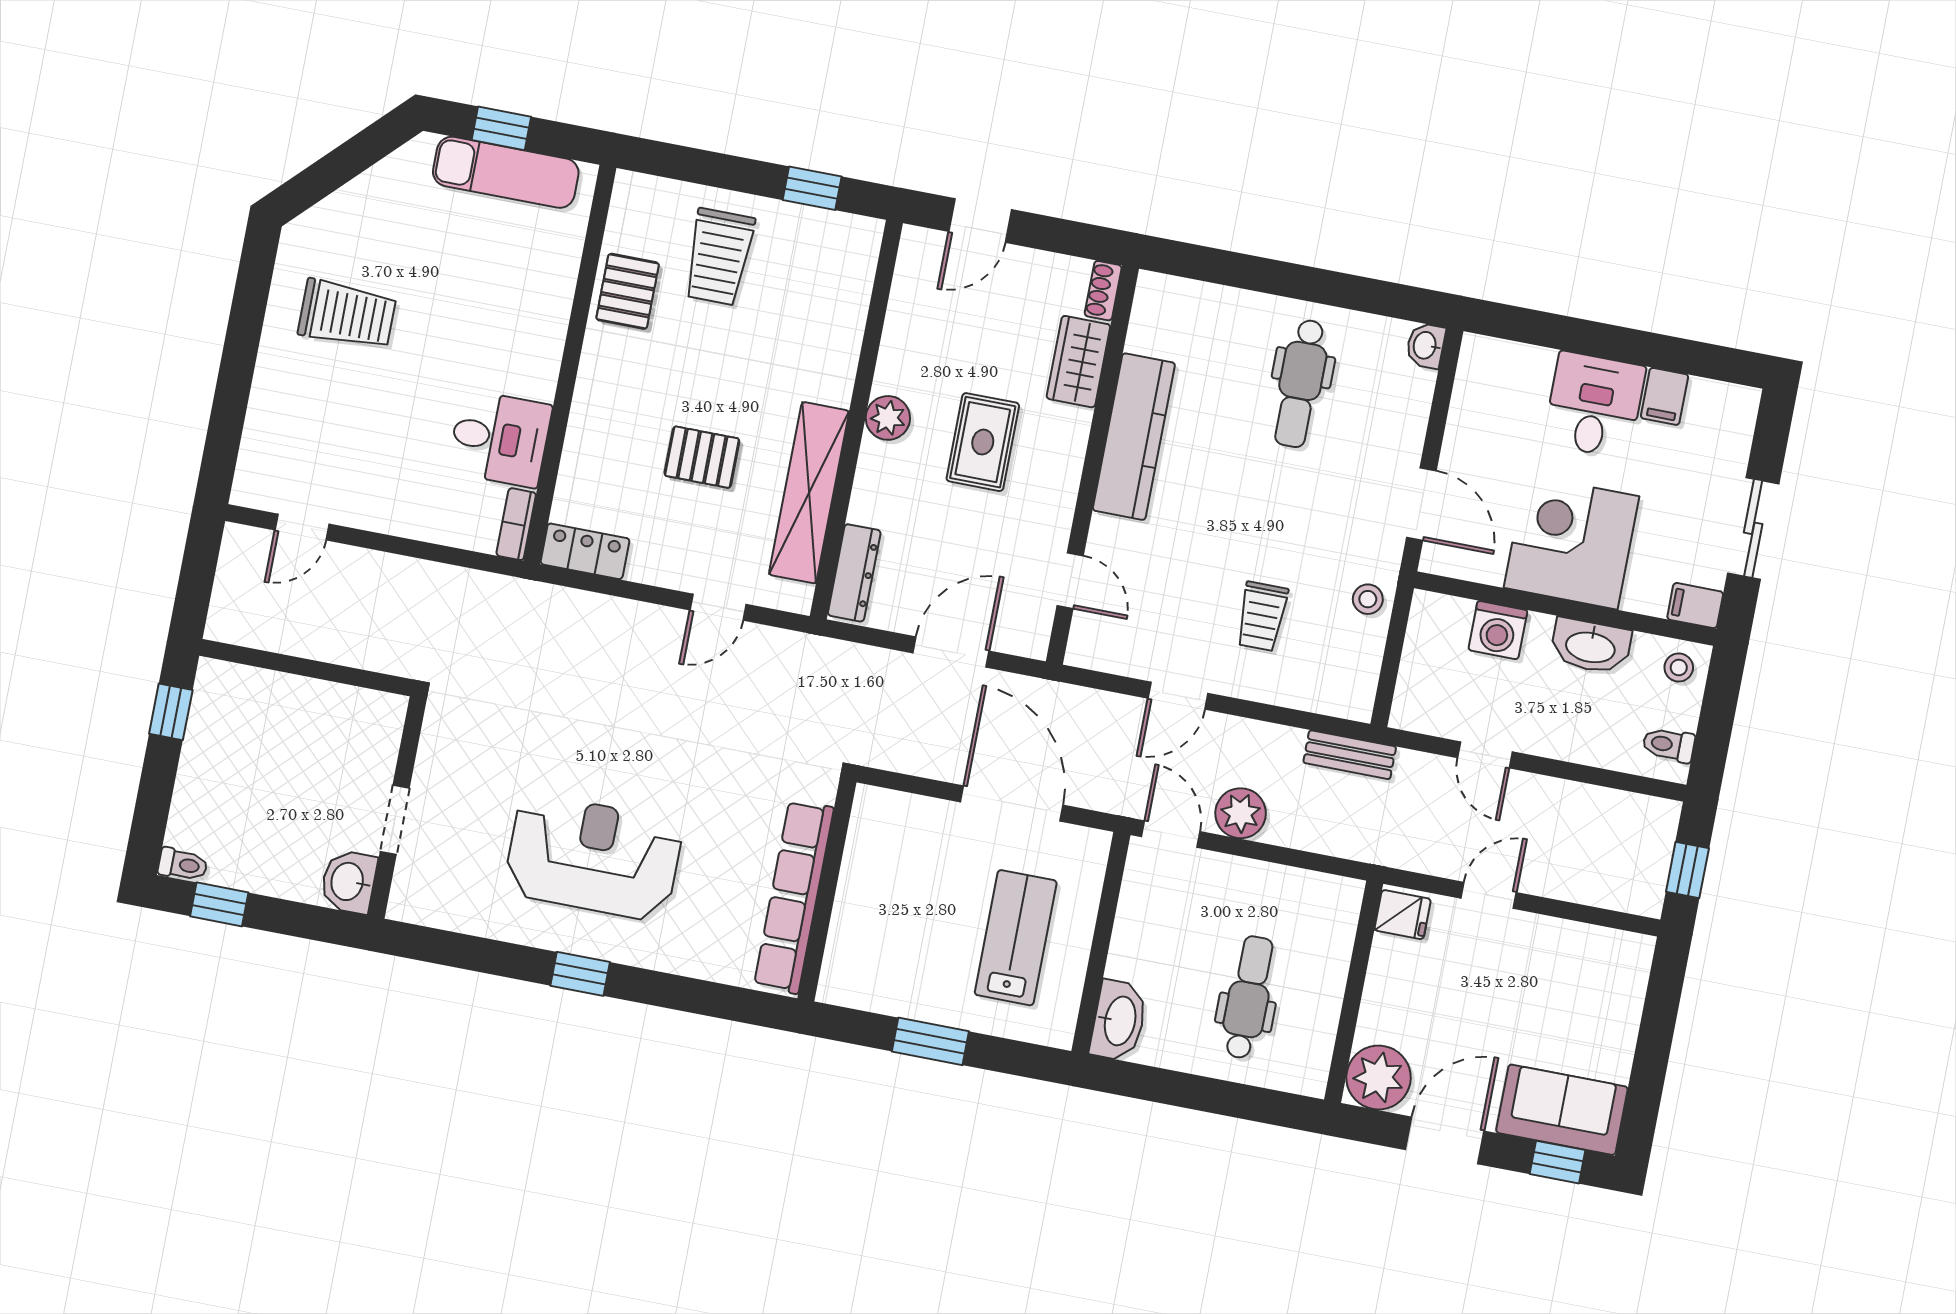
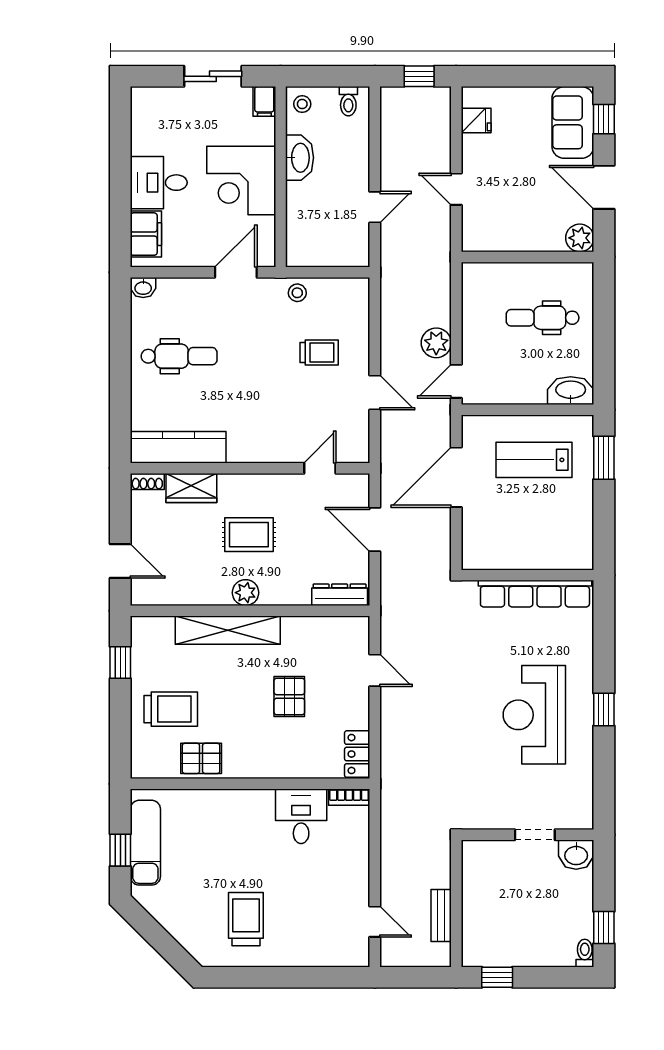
filing cabinet: (1665, 396) -> (146, 234), moved, width x2.00
kitchen counter: (1134, 437) -> (178, 447), moved
shelving: (809, 493) -> (228, 630), moved
washing machine: (1498, 630) -> (301, 214), removed
bench: (1350, 755) -> (441, 915), moved
fridge: (1403, 915) -> (476, 120), moved, turned 90
window: (930, 1041) -> (604, 458), moved
plant: (1379, 1078) -> (580, 238), width x0.73, depth x0.73

